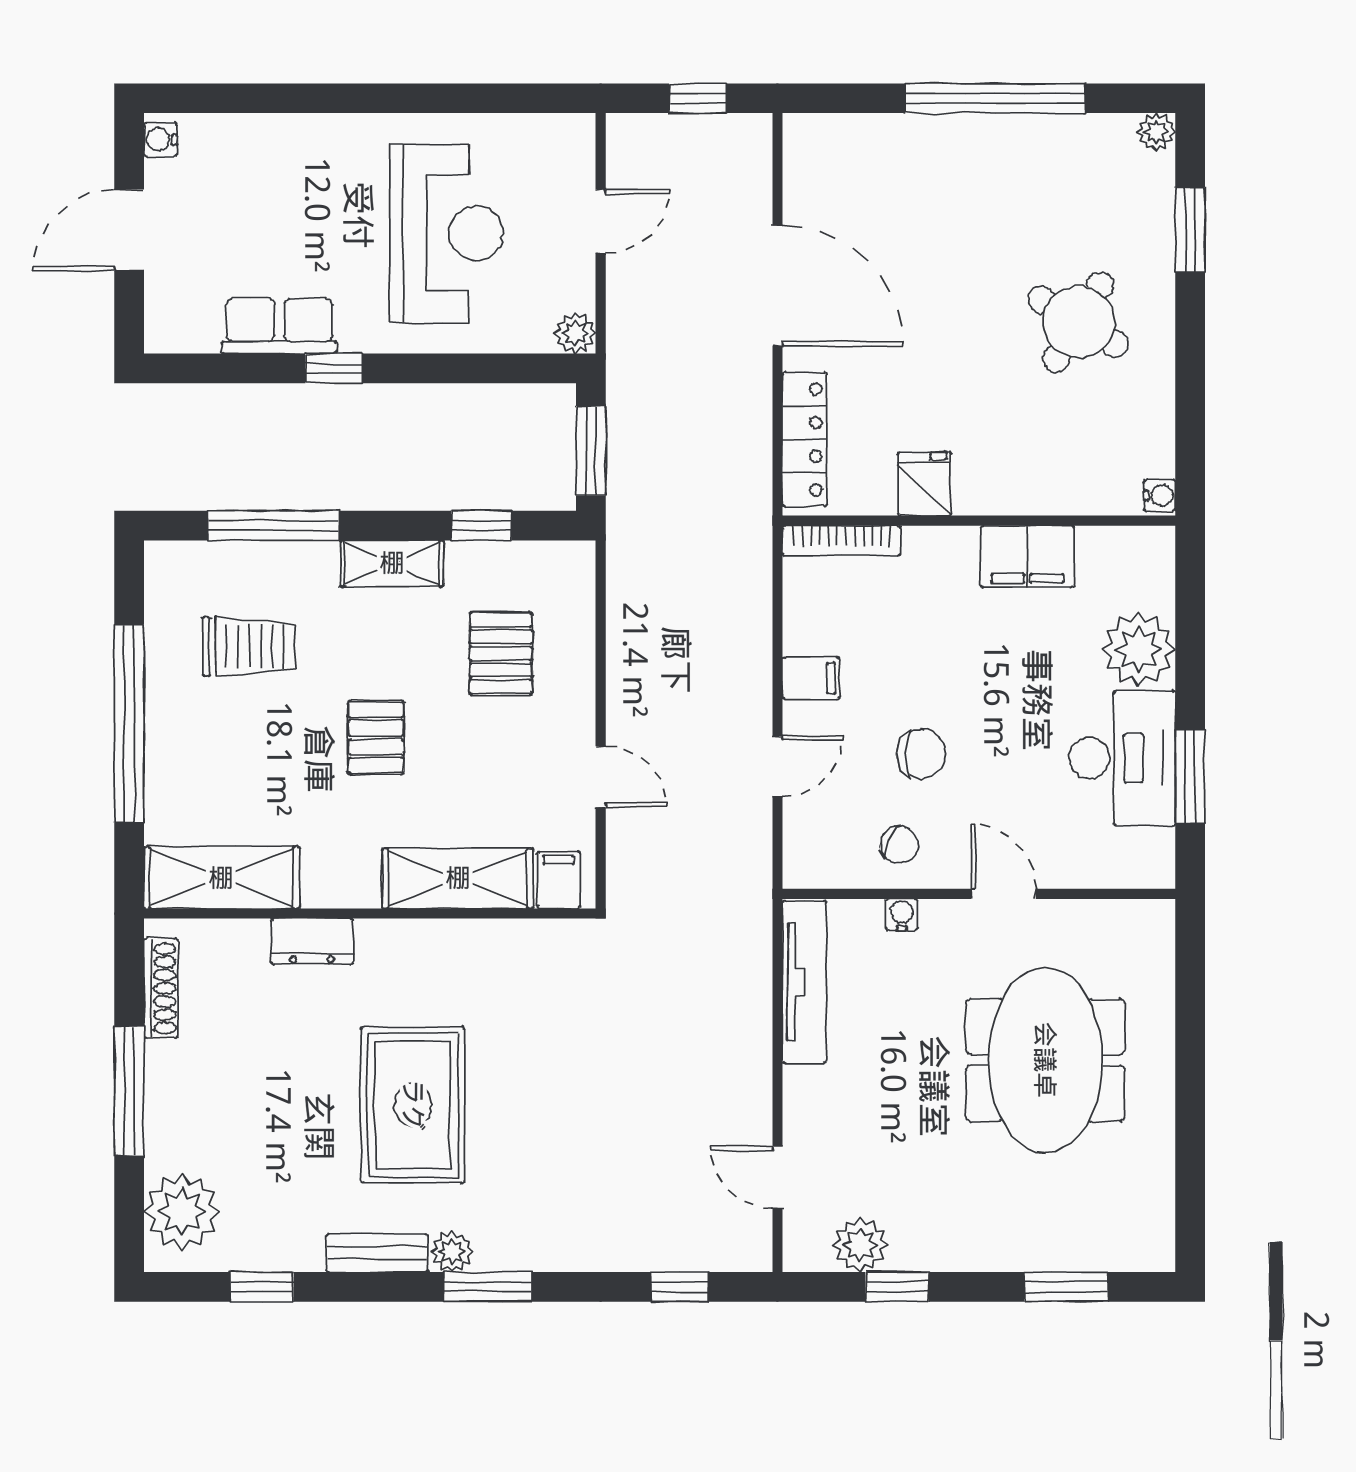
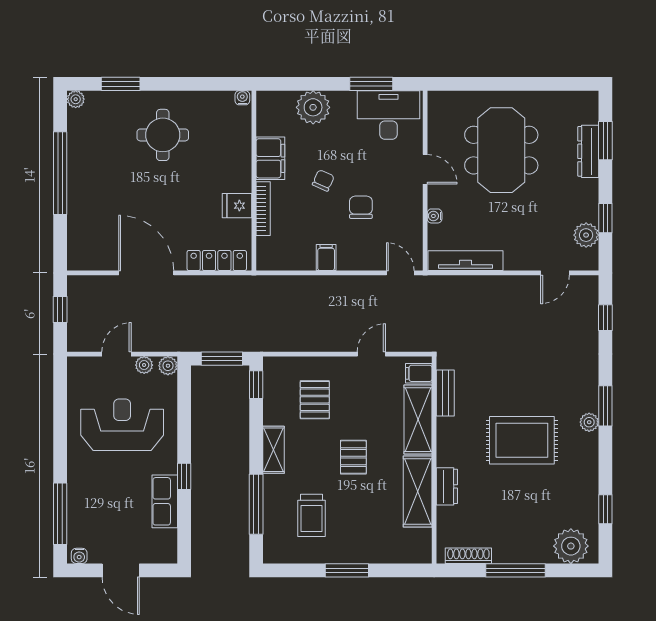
window: (252, 98) -> (60, 514), added
door: (601, 221) -> (117, 354), hinge flipped
plant: (577, 281) -> (144, 365), added
door: (777, 286) -> (146, 273), hinge flipped
round table: (1078, 322) -> (163, 135), turned -31
window: (481, 526) -> (256, 385), moved
bookcase: (841, 541) -> (263, 209), moved
trolley: (249, 646) -> (312, 515), turned 180
pallet: (501, 653) -> (315, 400), turned 90
window: (129, 724) -> (347, 570), width x0.47
pallet: (376, 738) -> (353, 457), turned 90
desk: (1122, 758) -> (388, 115), moved
door: (777, 766) -> (400, 273), moved
chair: (899, 845) -> (323, 180), moved
shelving: (221, 878) -> (418, 492), moved
door: (1003, 894) -> (425, 169), swing flipped
meeting table: (1045, 1060) -> (501, 150), turned 90
dresser: (1043, 1250) -> (588, 151), added
bench: (377, 1253) -> (445, 393), moved

